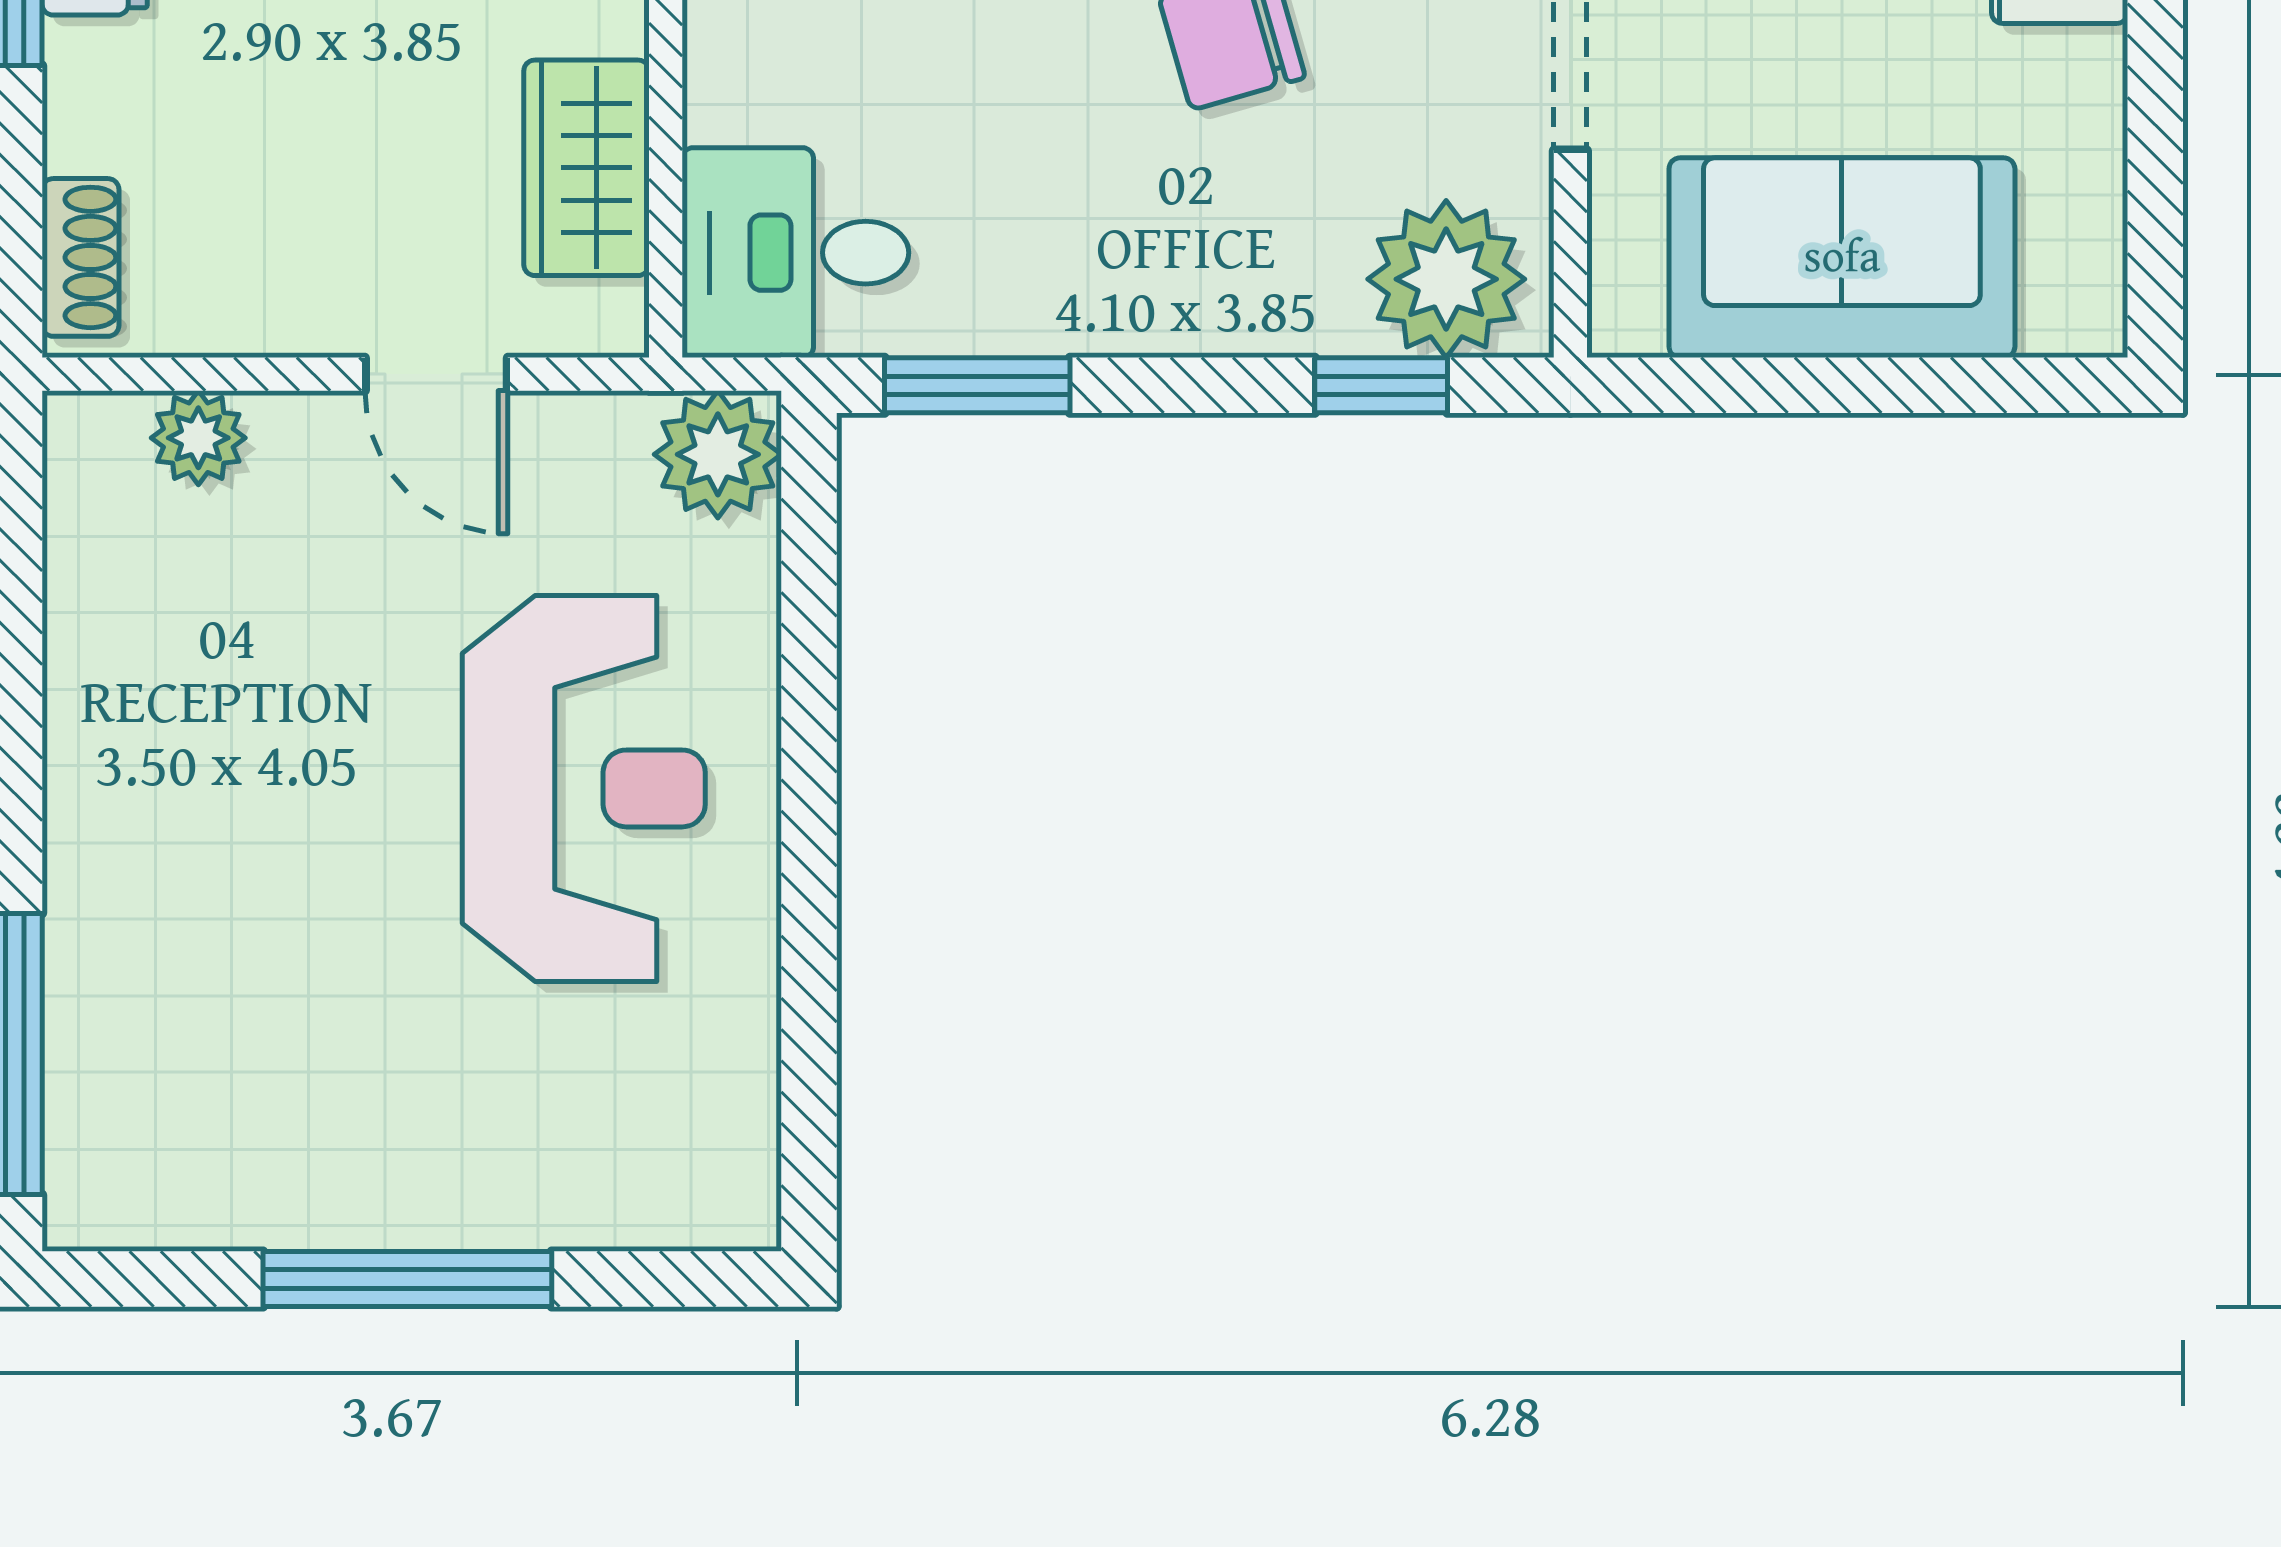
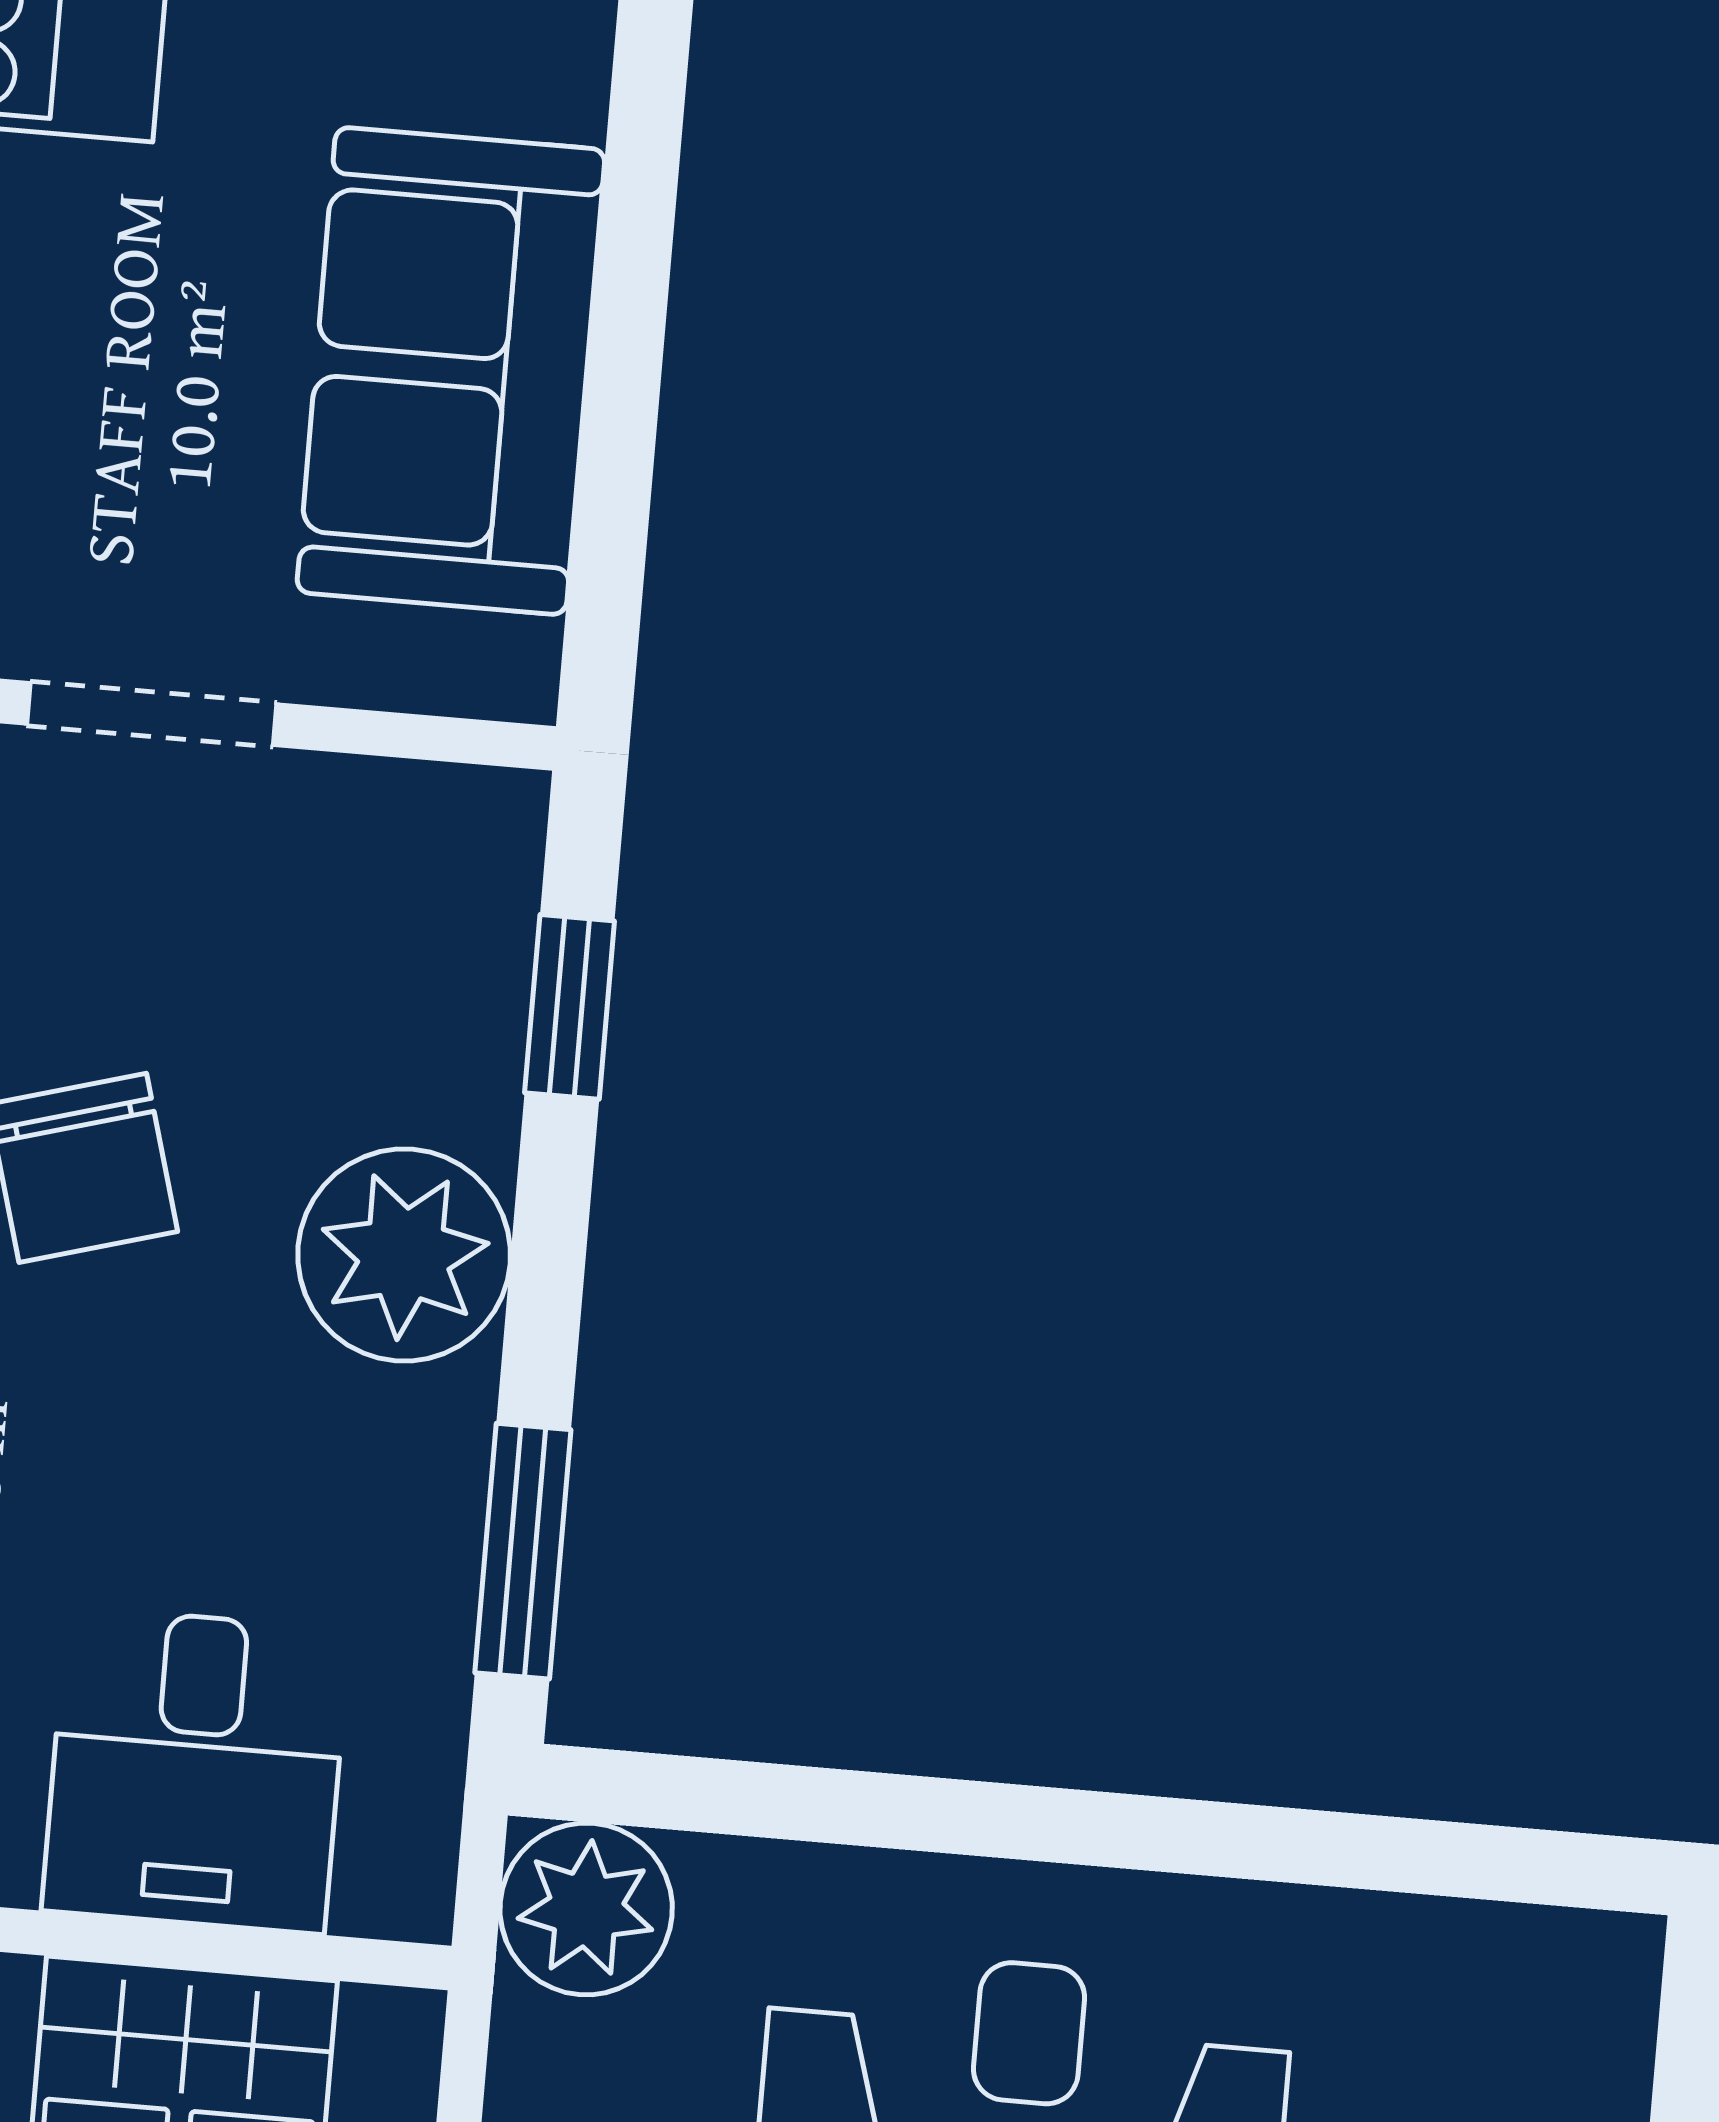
desk: (795, 253) -> (196, 1770), moved
plant: (1446, 279) -> (404, 1255), moved

